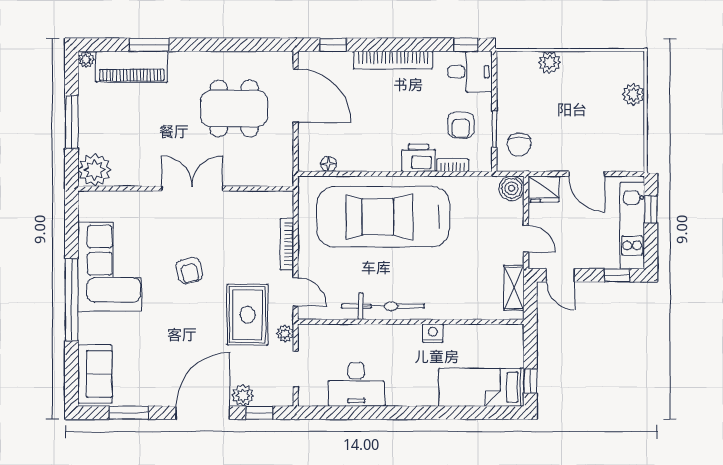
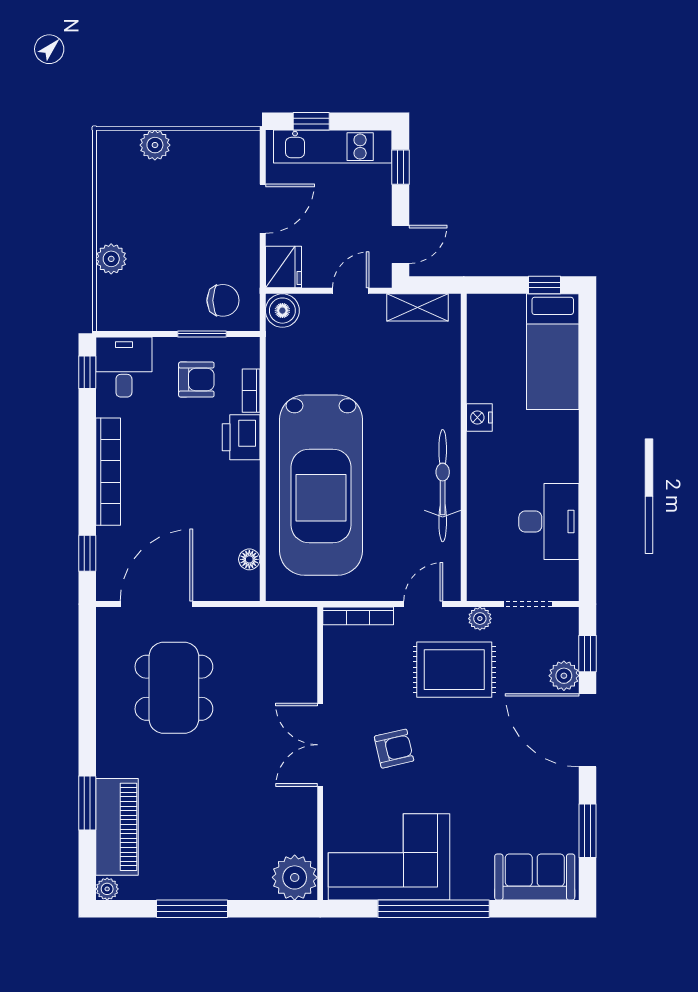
plant: (94, 170) -> (295, 877), moved
wall: (186, 189) -> (320, 754), moved
double door: (192, 189) -> (320, 745), moved

